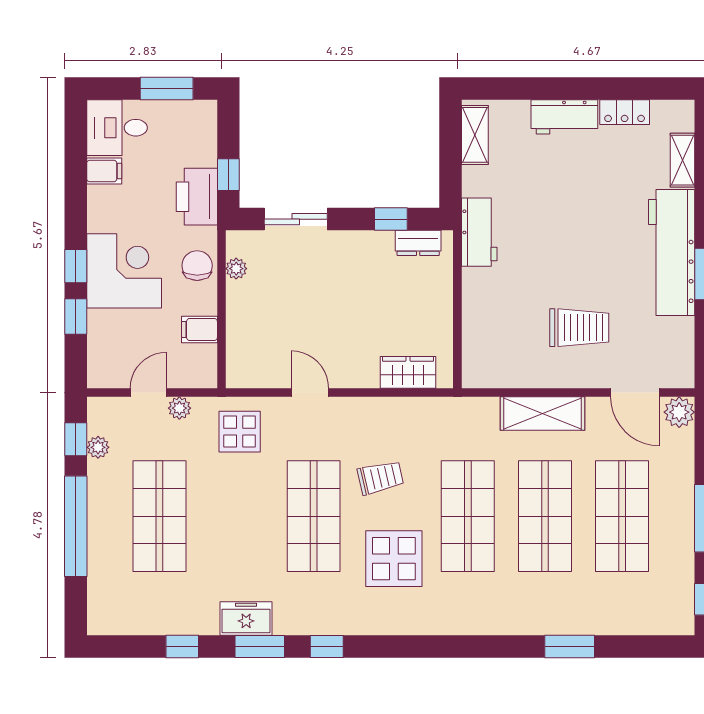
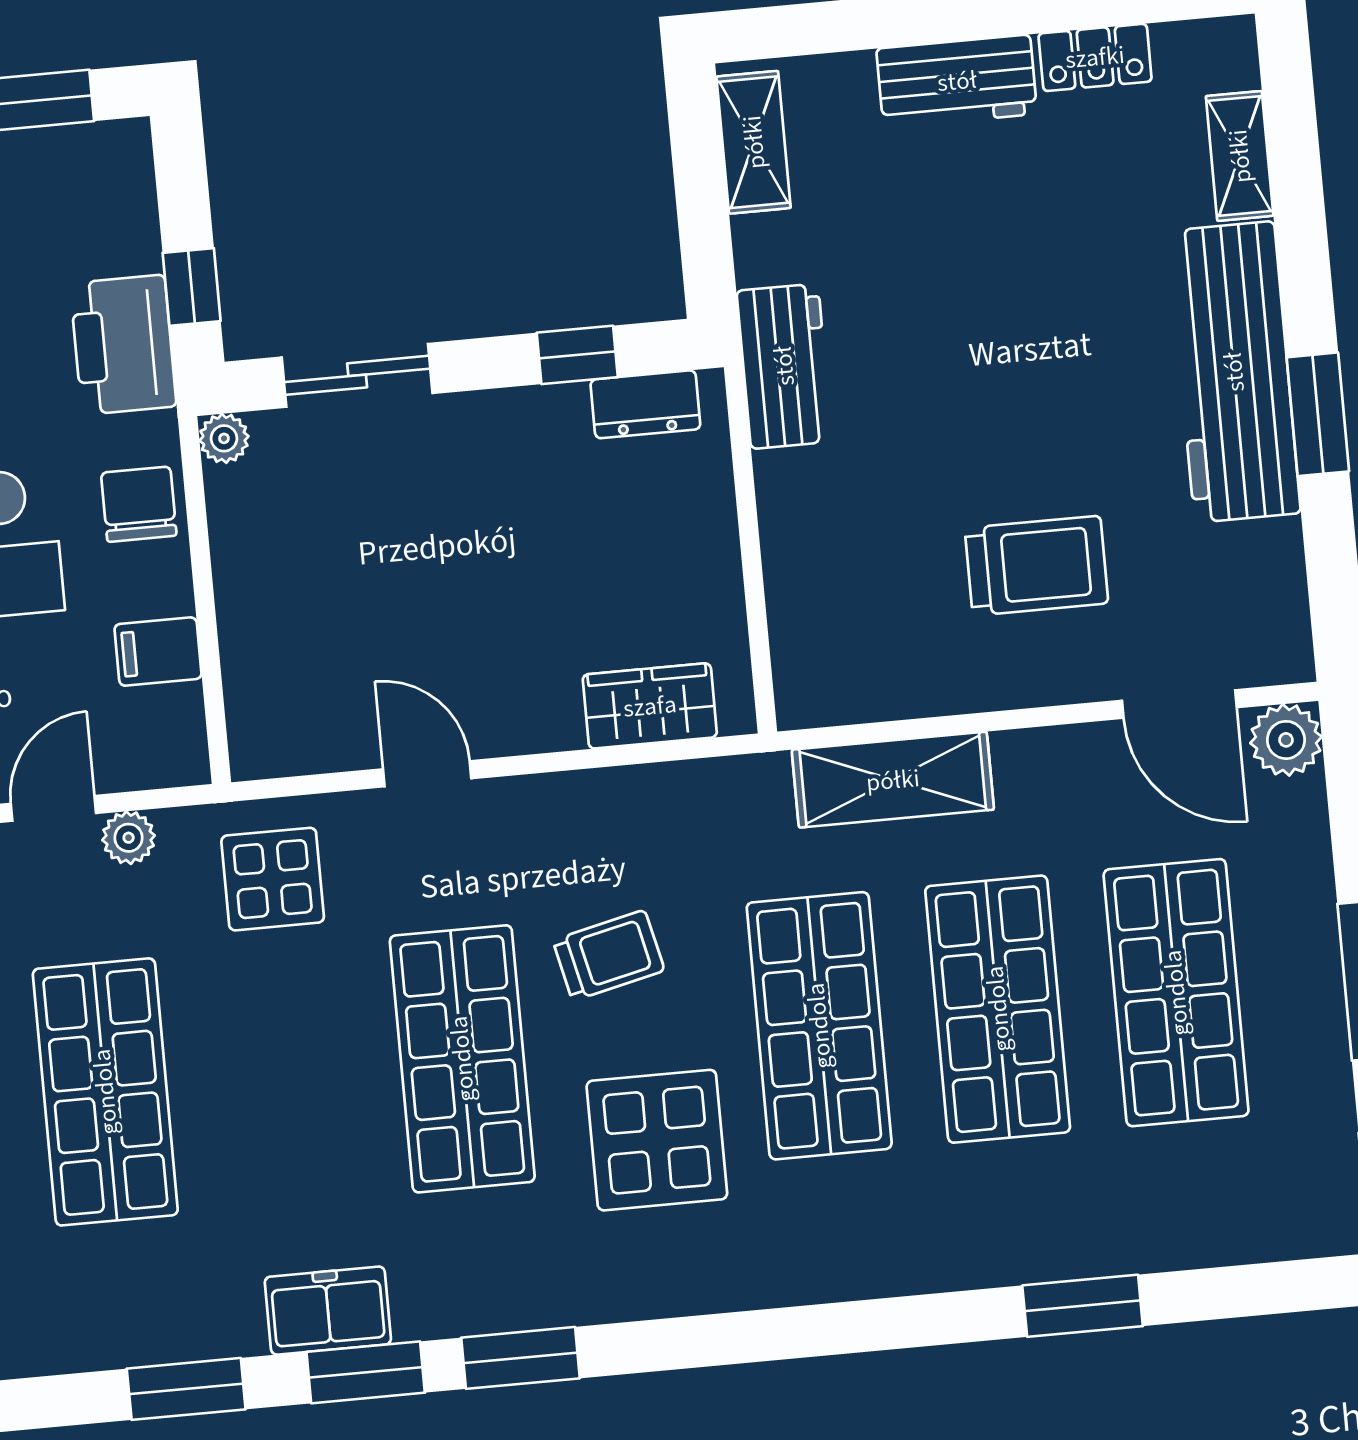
plant: (236, 269) -> (224, 438), moved
shelving: (542, 414) -> (893, 780), moved
window: (182, 647) -> (186, 1389), width x1.50
window: (327, 647) -> (521, 1358), width x1.50

